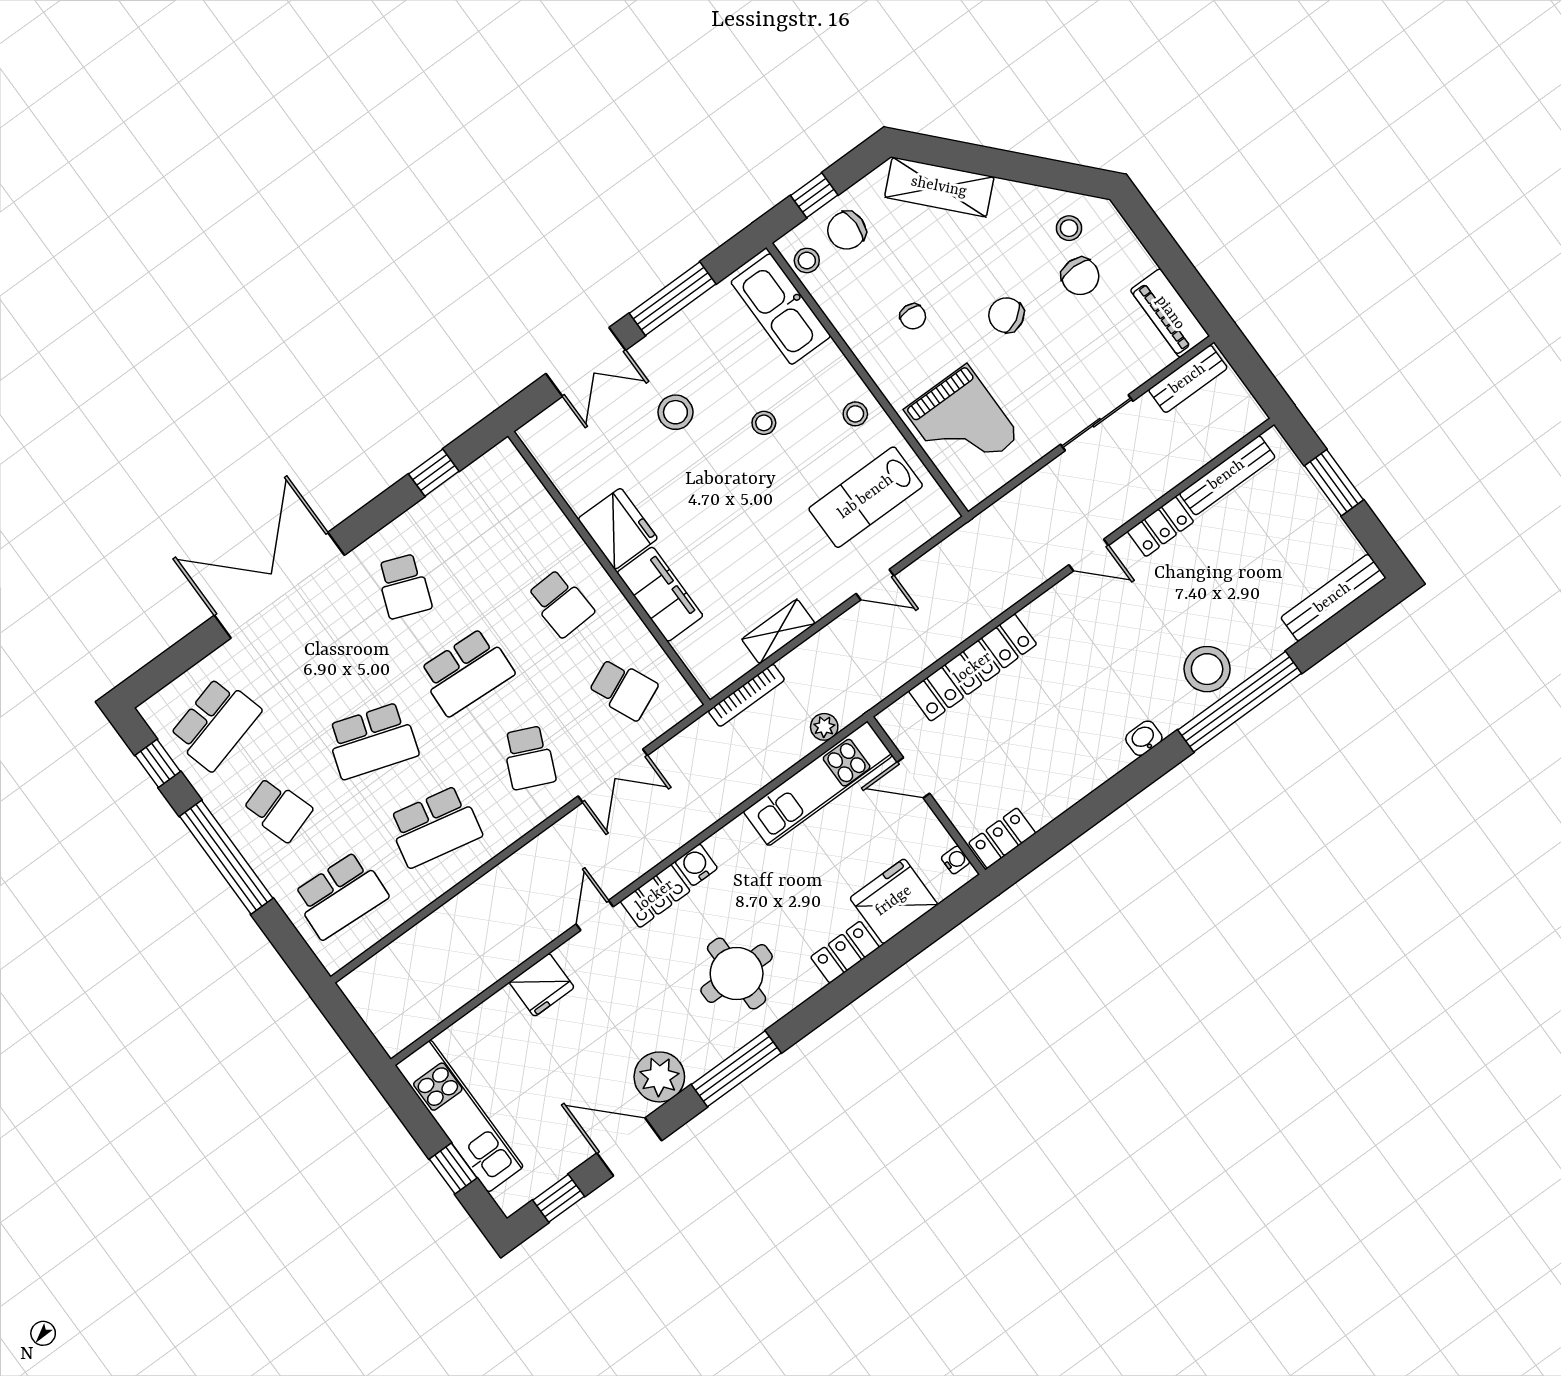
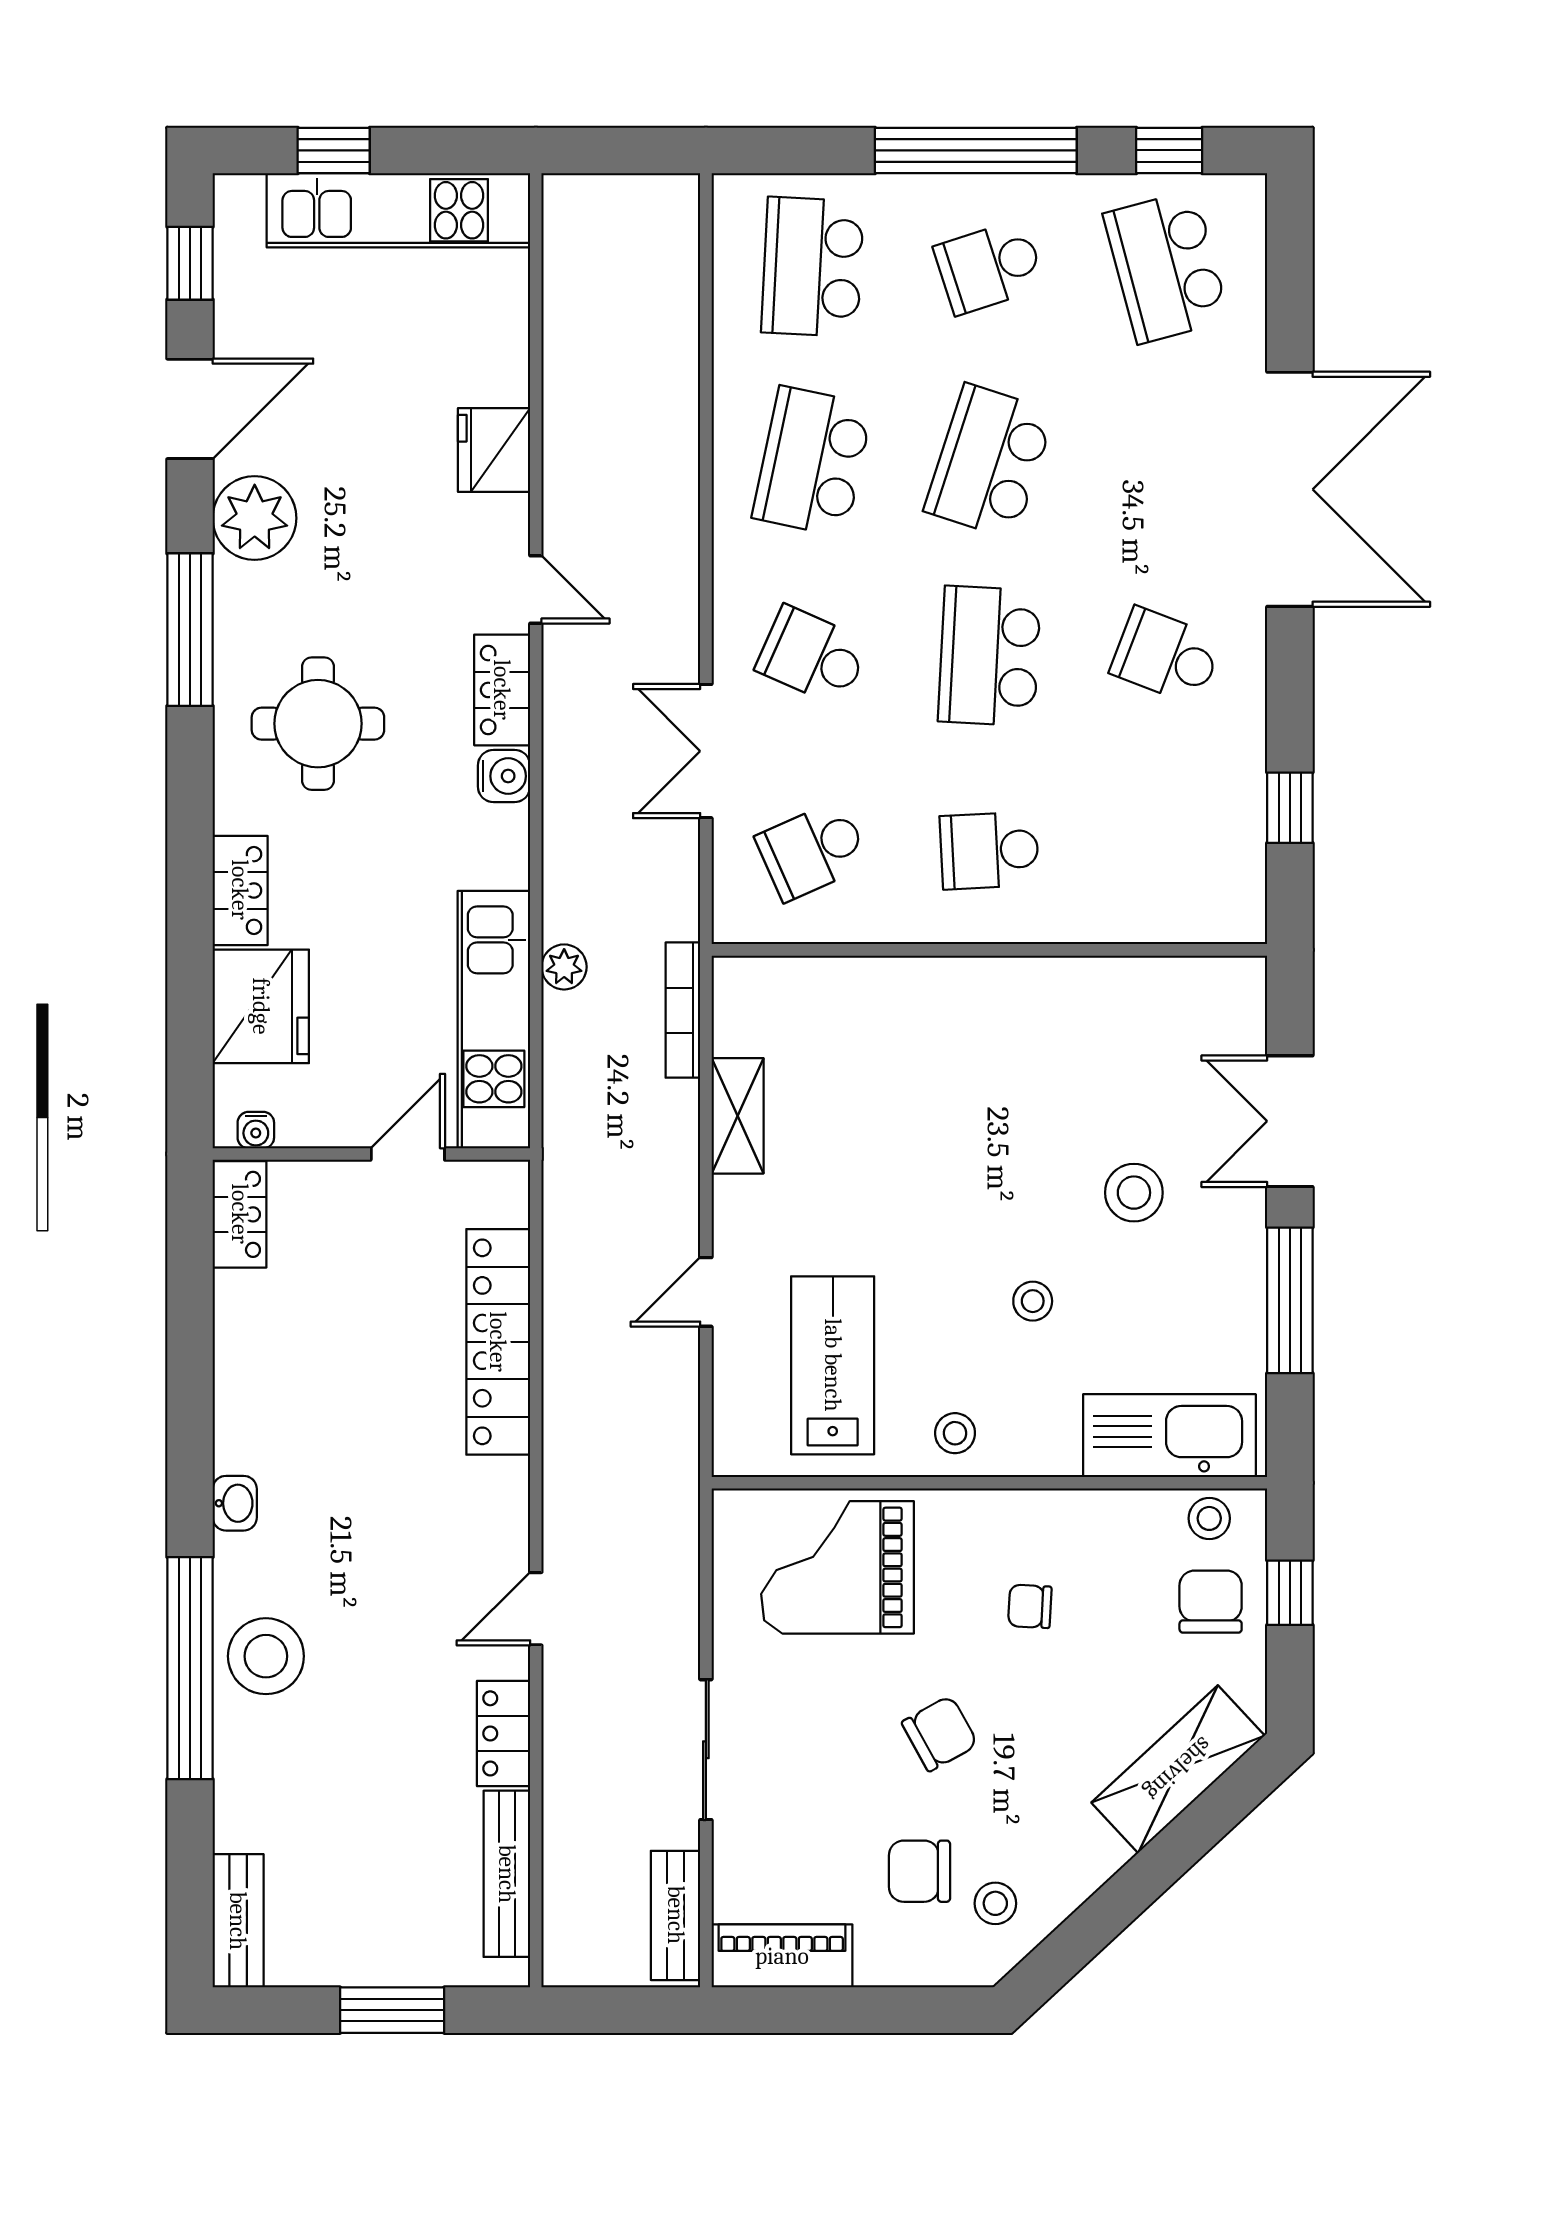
fridge: (618, 529) -> (1034, 1000), removed
filing cabinet: (660, 594) -> (904, 993), removed
bench: (1333, 598) -> (238, 1921), width x0.73
plant: (824, 727) -> (564, 967), moved

